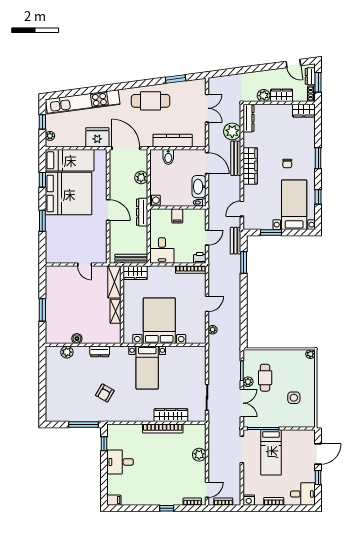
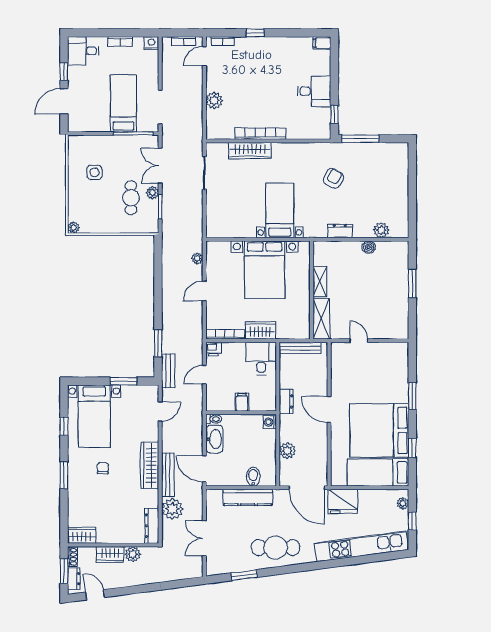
dresser: (142, 212) -> (286, 401), width x0.70
wardrobe: (135, 273) -> (260, 330), moved

